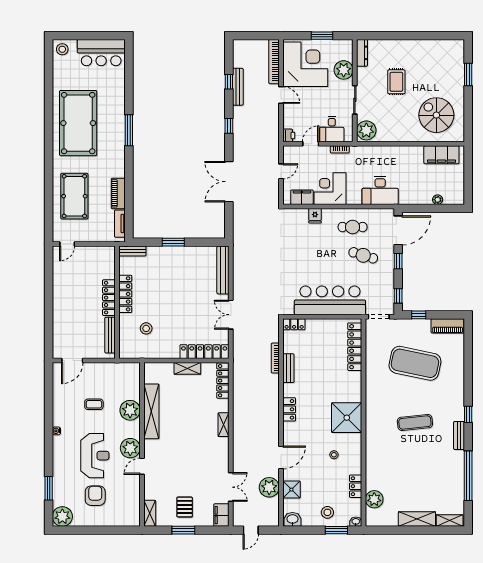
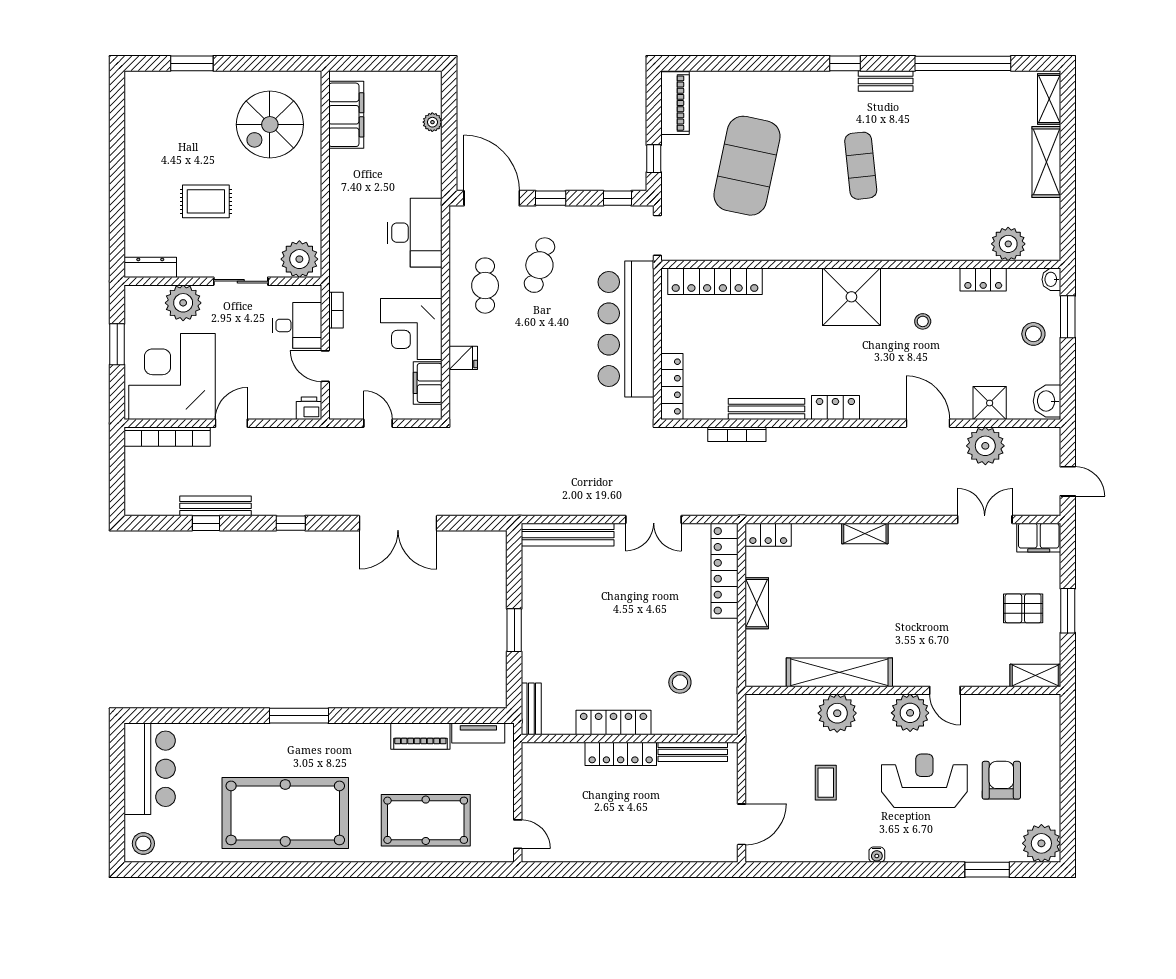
locker: (294, 324) -> (672, 387), width x1.53
door: (72, 361) -> (742, 824), hinge flipped
bench: (288, 368) -> (766, 409), width x1.36
locker: (223, 381) -> (768, 535), width x0.66
armchair: (95, 496) -> (1001, 780), turned 90

